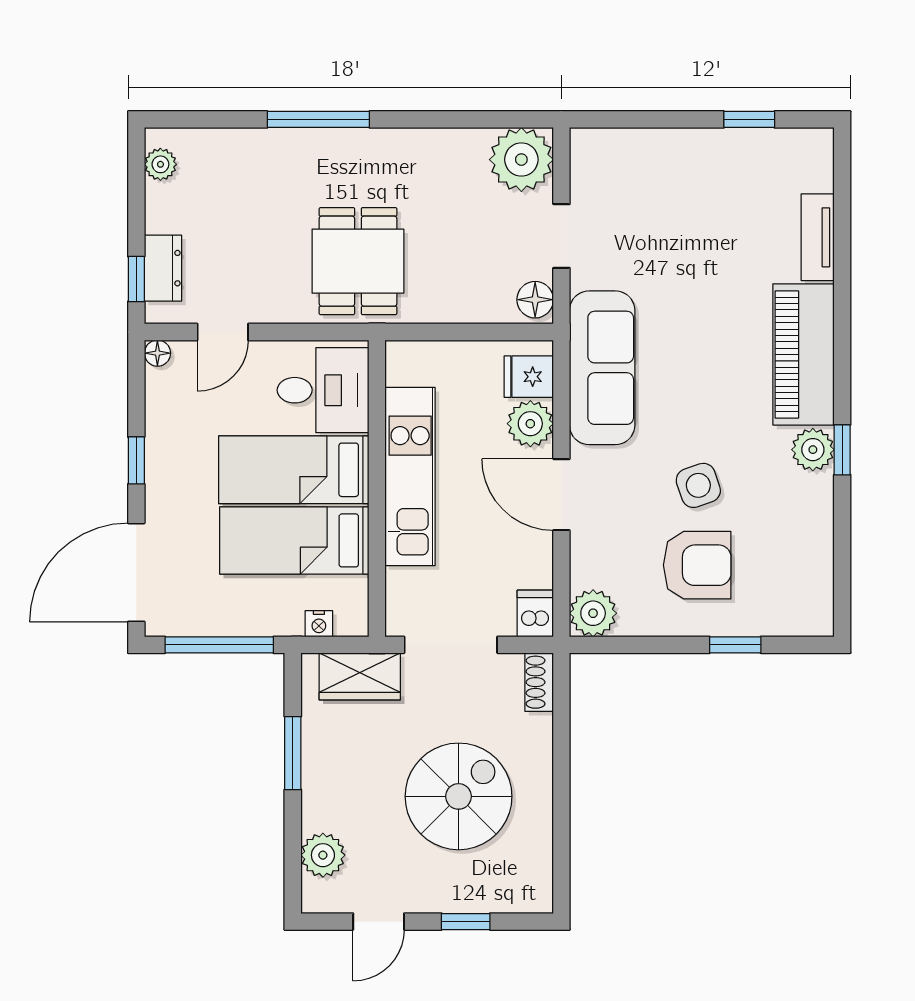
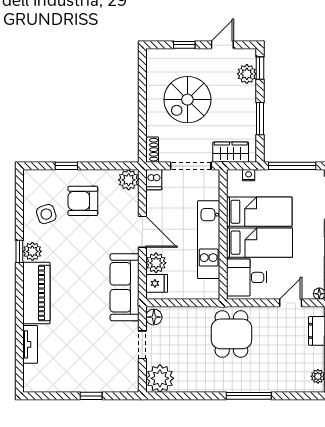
window: (749, 119) -> (91, 396), moved
side table: (698, 485) -> (46, 214), moved
window: (293, 868) -> (260, 68), added

